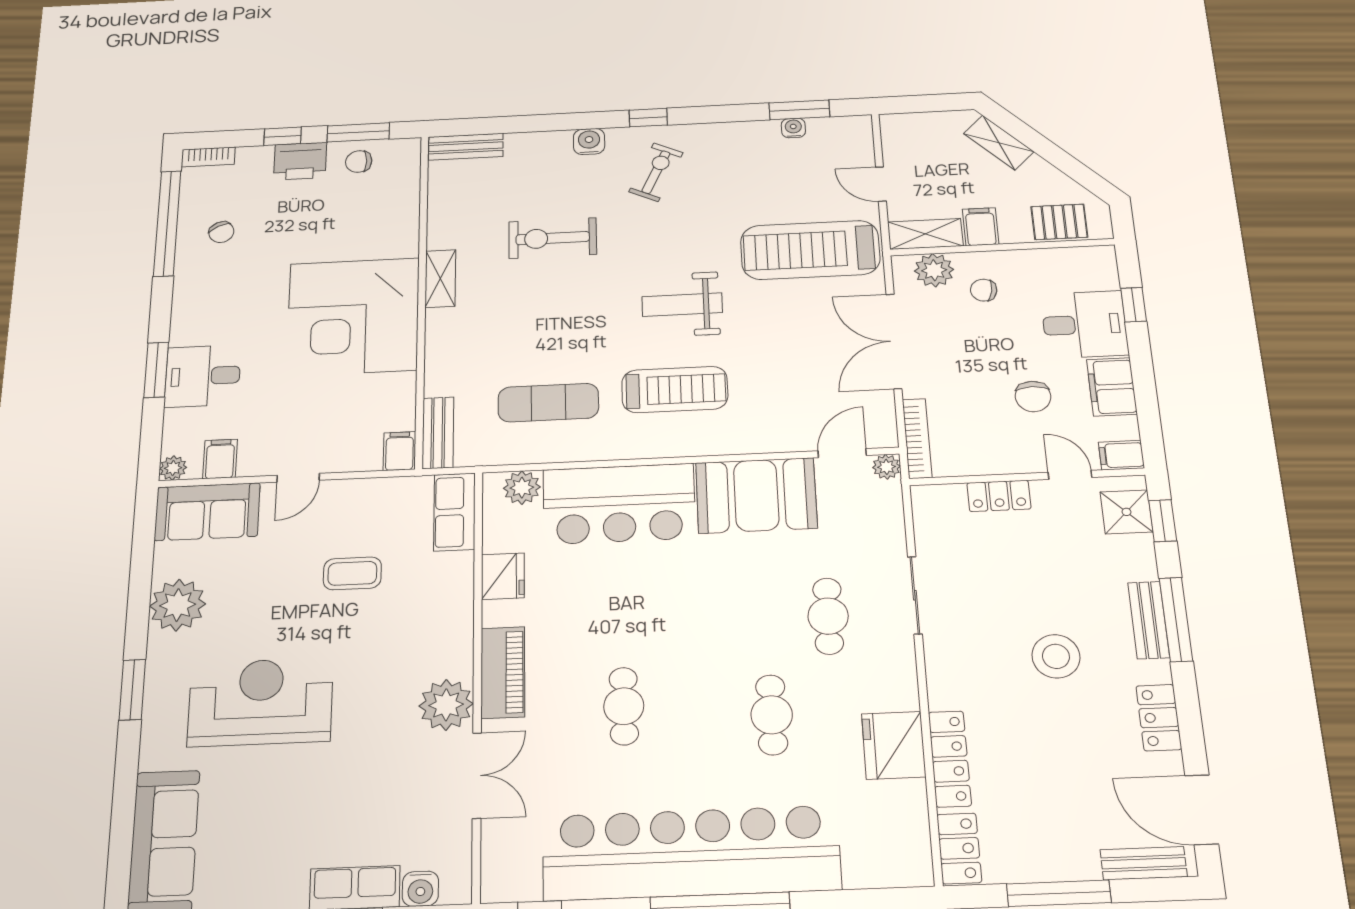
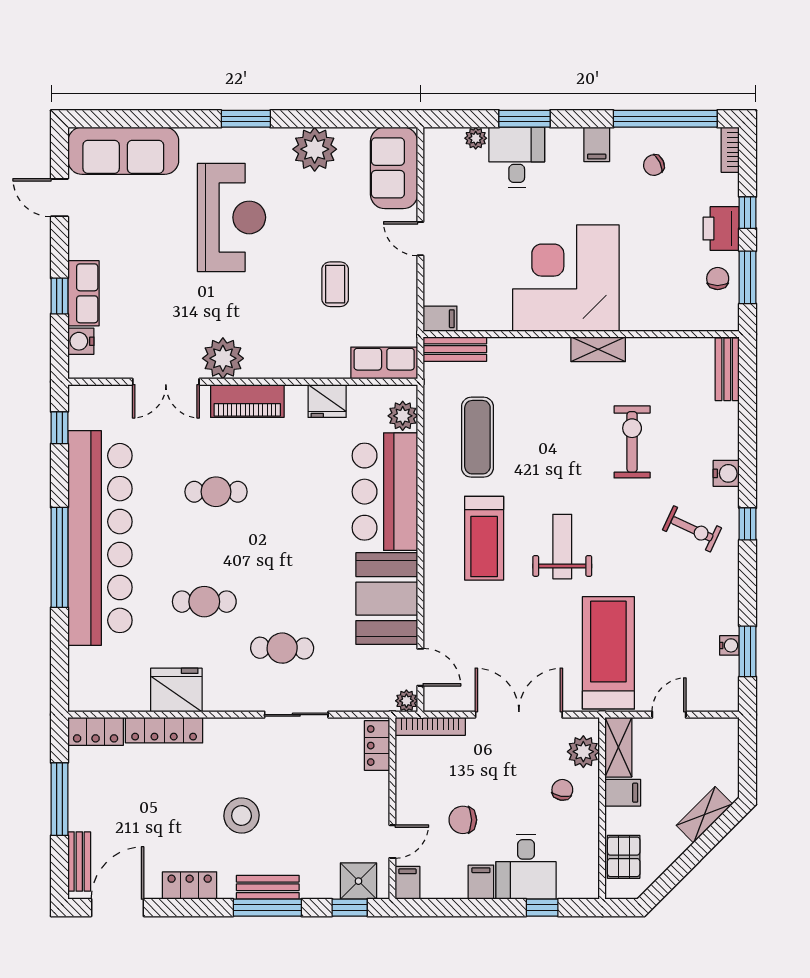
filing cabinet: (1112, 387) -> (481, 882), width x0.50
filing cabinet: (220, 459) -> (597, 144), moved, turned 90
plant: (173, 468) -> (476, 138), moved
locker: (999, 496) -> (377, 746), moved

